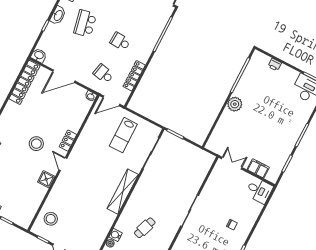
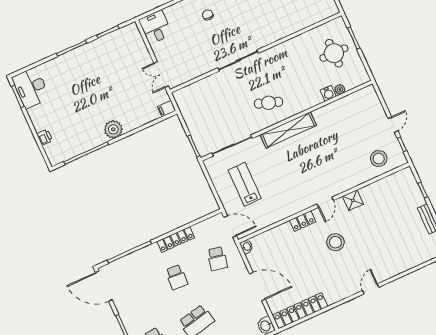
locker: (134, 76) -> (176, 240), moved
lab bench: (123, 135) -> (245, 184), turned -90
filing cabinet: (258, 168) -> (167, 109), moved, width x0.50
cafe table: (145, 228) -> (269, 103), moved

